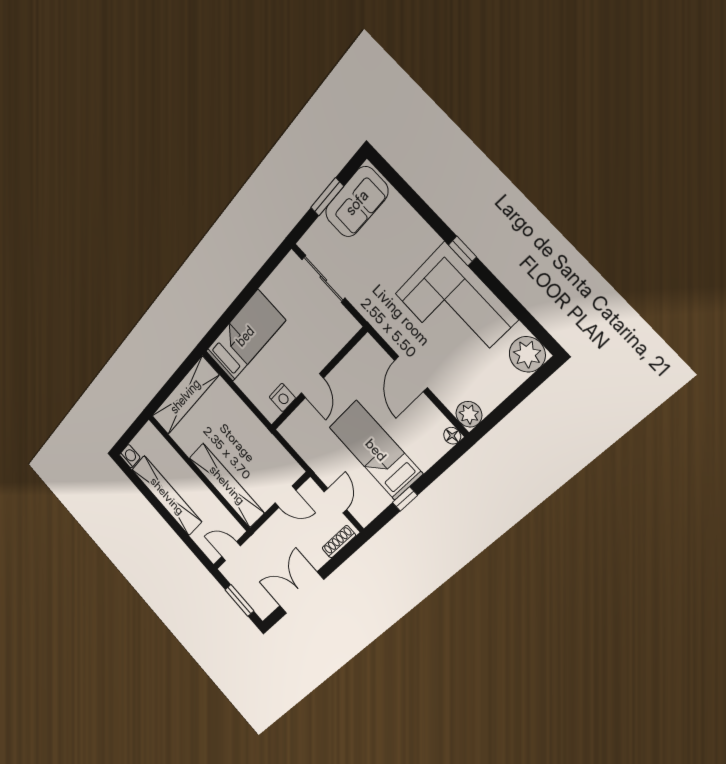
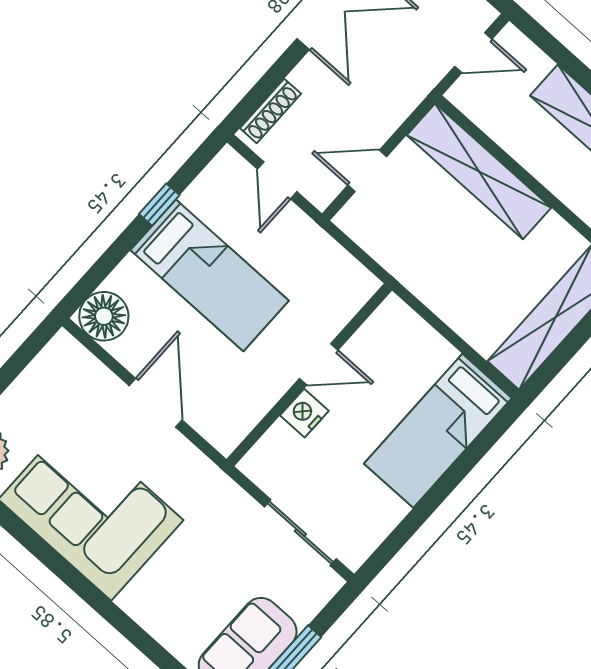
window: (462, 251) -> (84, 589), removed
door: (312, 386) -> (319, 364), swing flipped
nightstand: (282, 398) -> (304, 413), moved
plant: (469, 414) -> (64, 354), removed
floor lamp: (452, 436) -> (104, 316), width x1.89, depth x1.89

